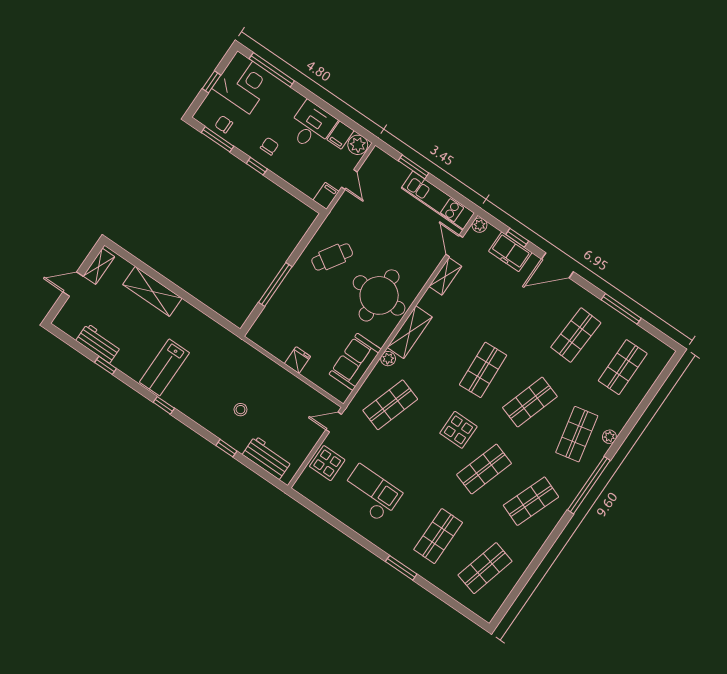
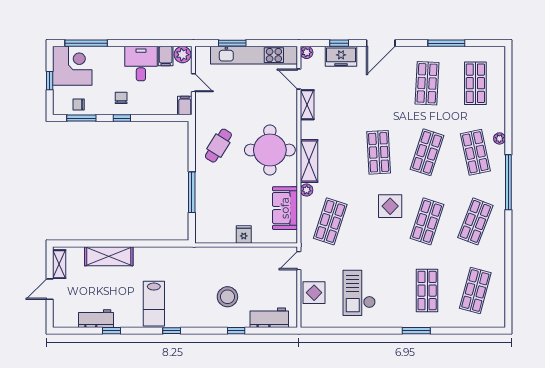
kitchen unit: (438, 201) -> (254, 55), width x1.36
stool: (240, 410) -> (227, 297), width x1.89, depth x1.89
checkout: (371, 493) -> (359, 293), turned -90

